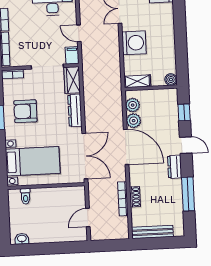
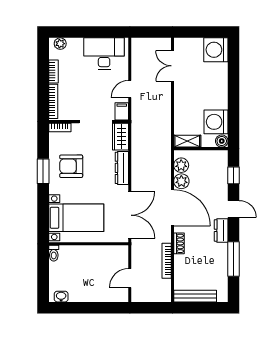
door: (79, 33) -> (130, 89), hinge flipped
washing machine: (134, 43) -> (216, 122), moved, turned 180
toilet: (26, 196) -> (54, 253), moved
shoe rack: (135, 197) -> (179, 243), moved

